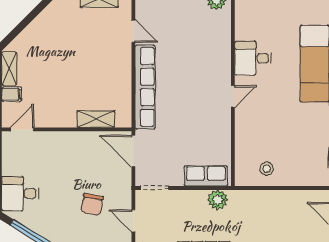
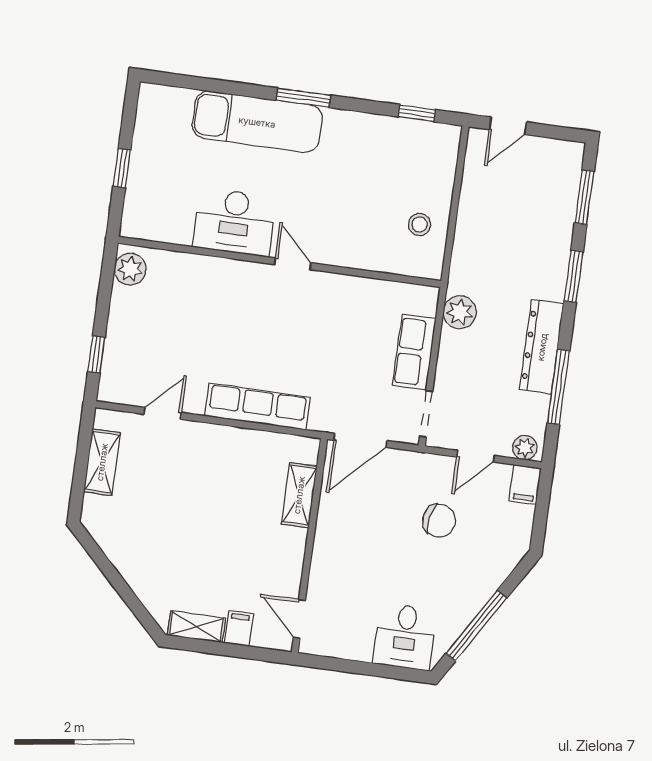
desk: (253, 58) -> (234, 222), width x1.37
row of seats: (145, 87) -> (257, 407), width x0.73
row of seats: (206, 176) -> (414, 352), moved

